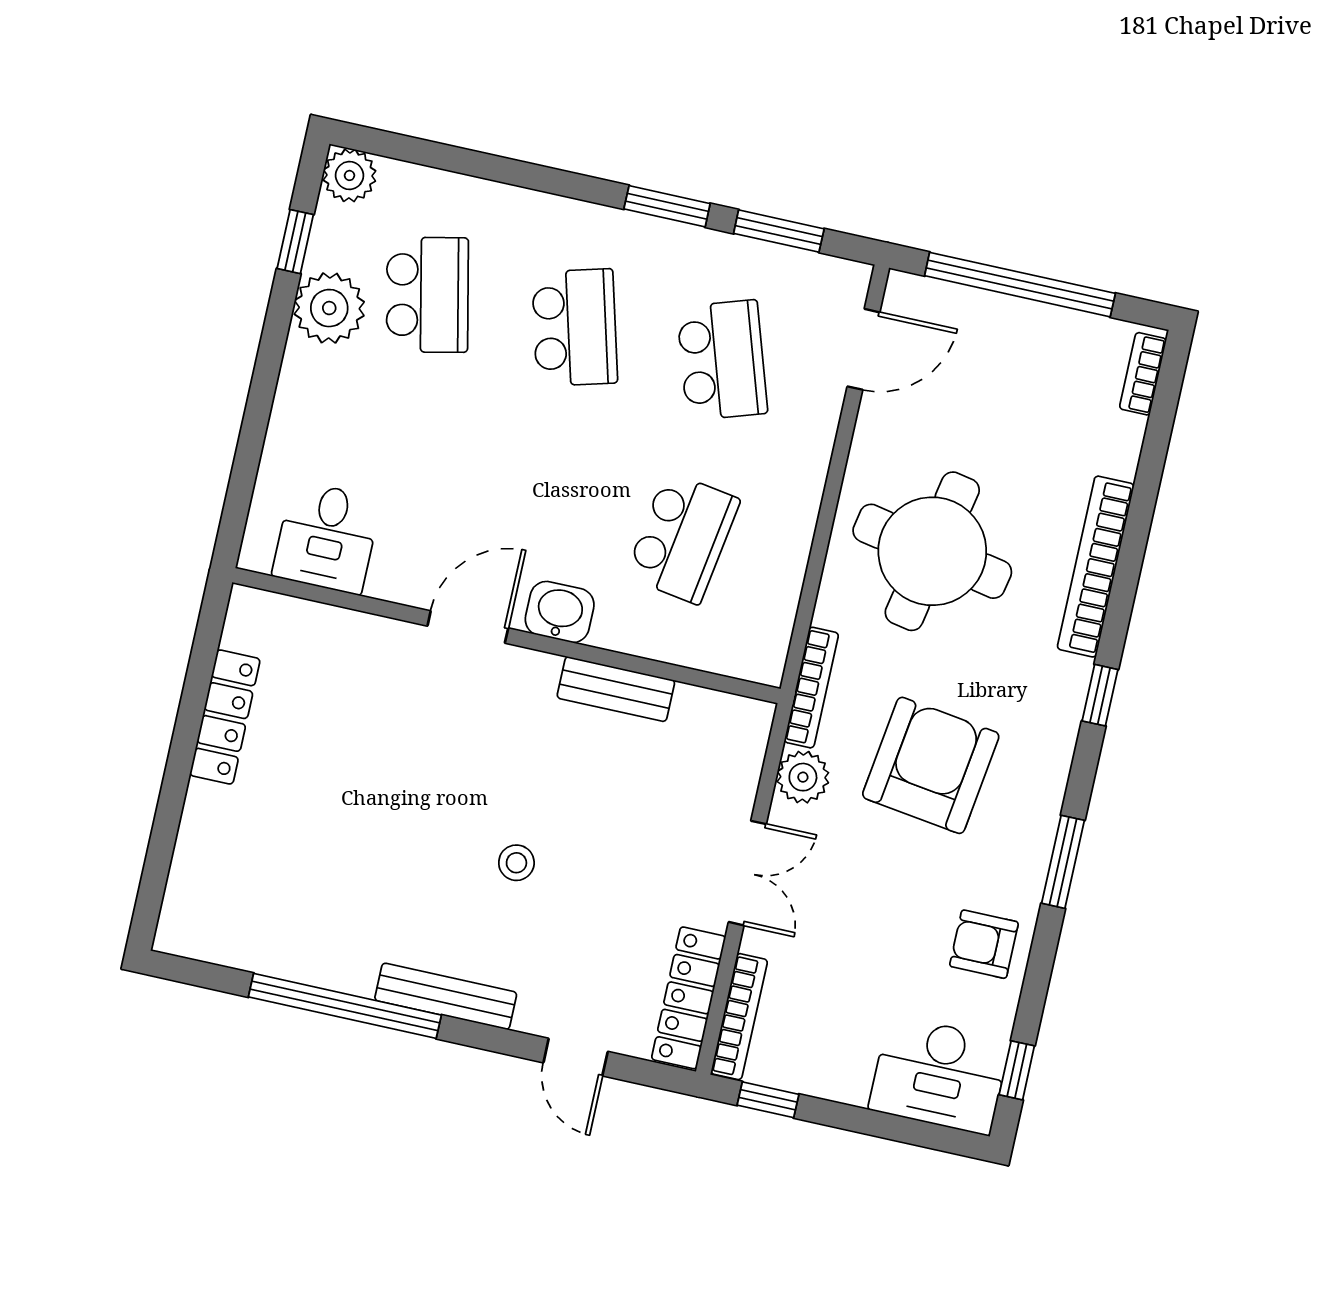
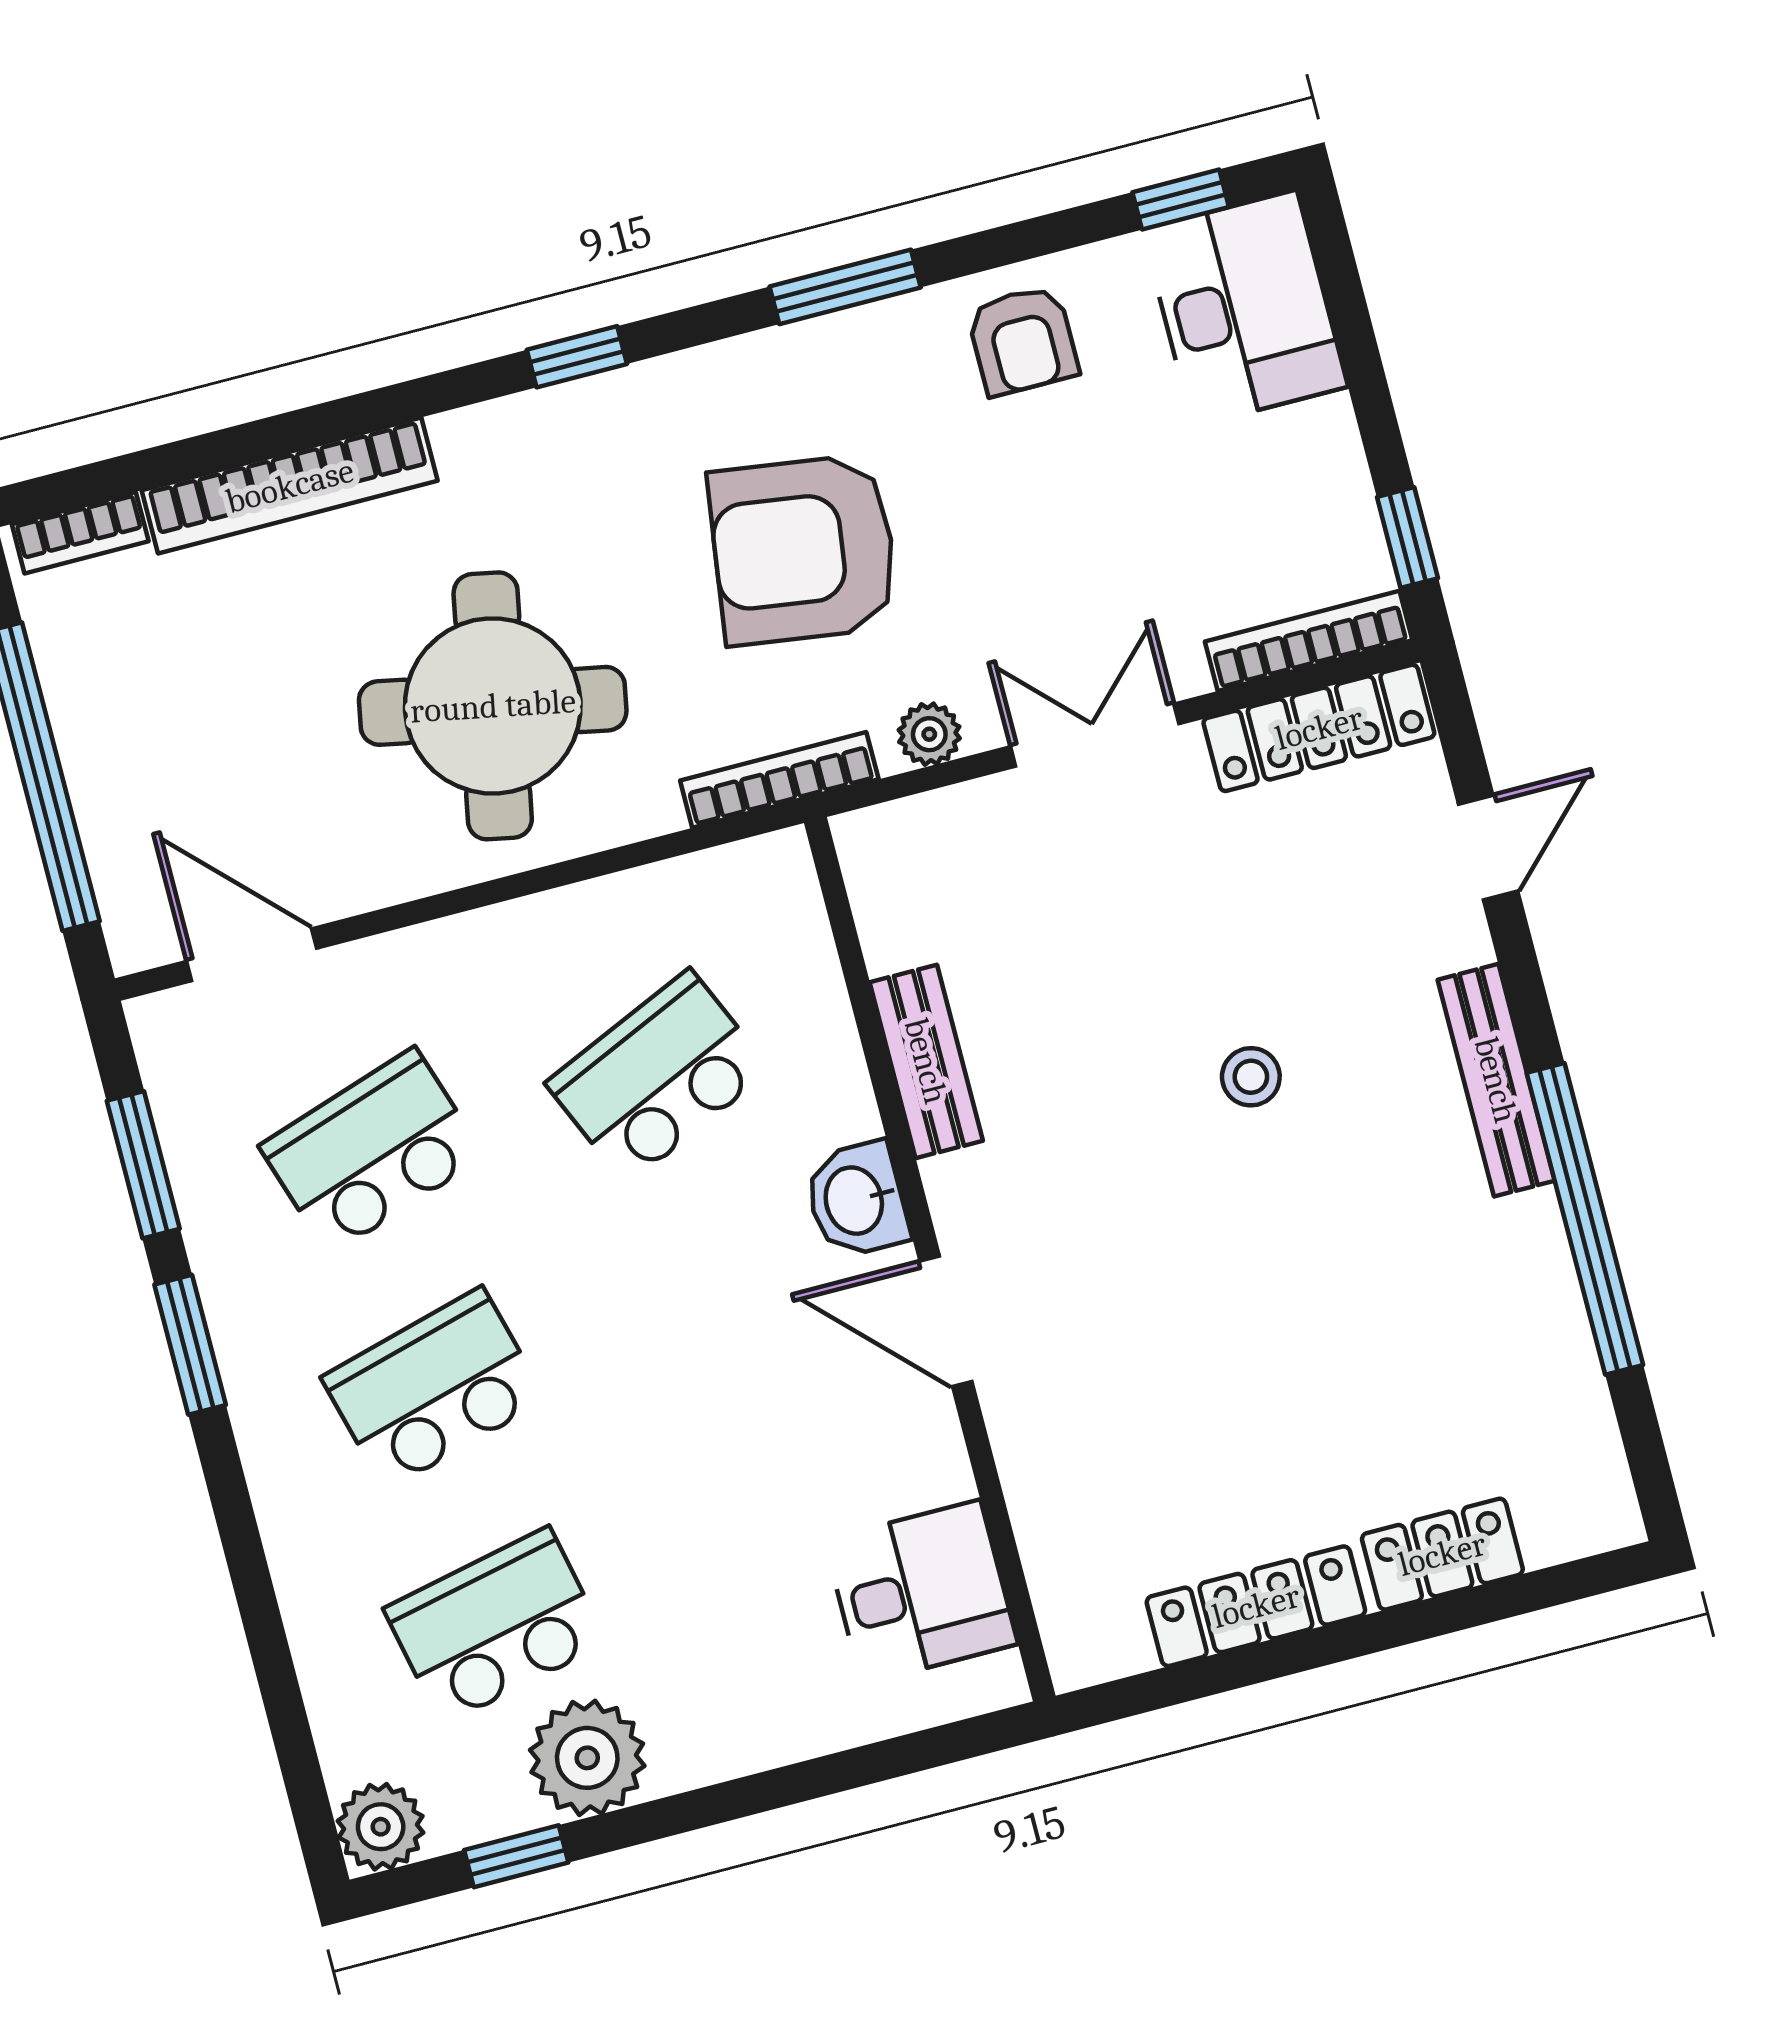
school desk: (683, 538) -> (658, 1077), turned -33
bookcase: (1096, 567) -> (290, 486), moved
plant: (803, 777) -> (929, 734), width x0.73, depth x0.73
locker: (201, 834) -> (1442, 1554), added

